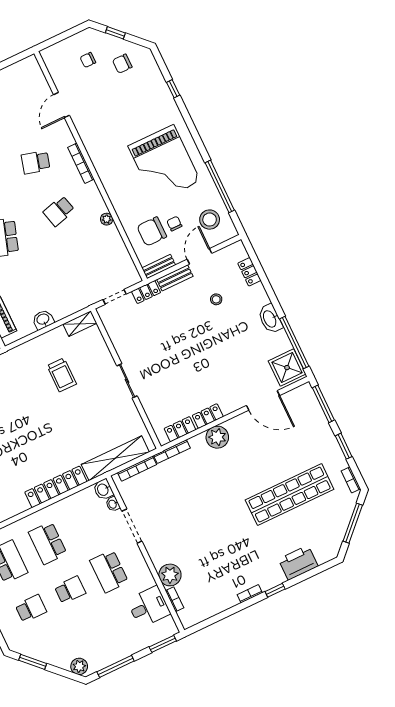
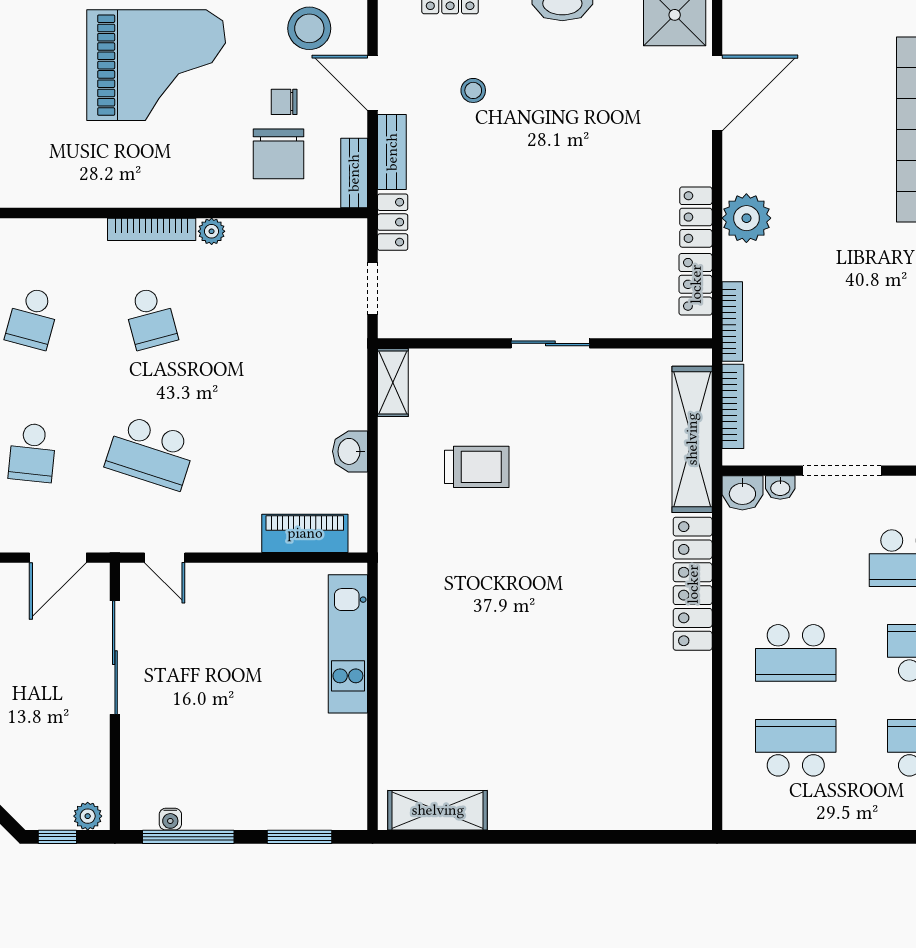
bookcase: (81, 163) -> (152, 229), moved

